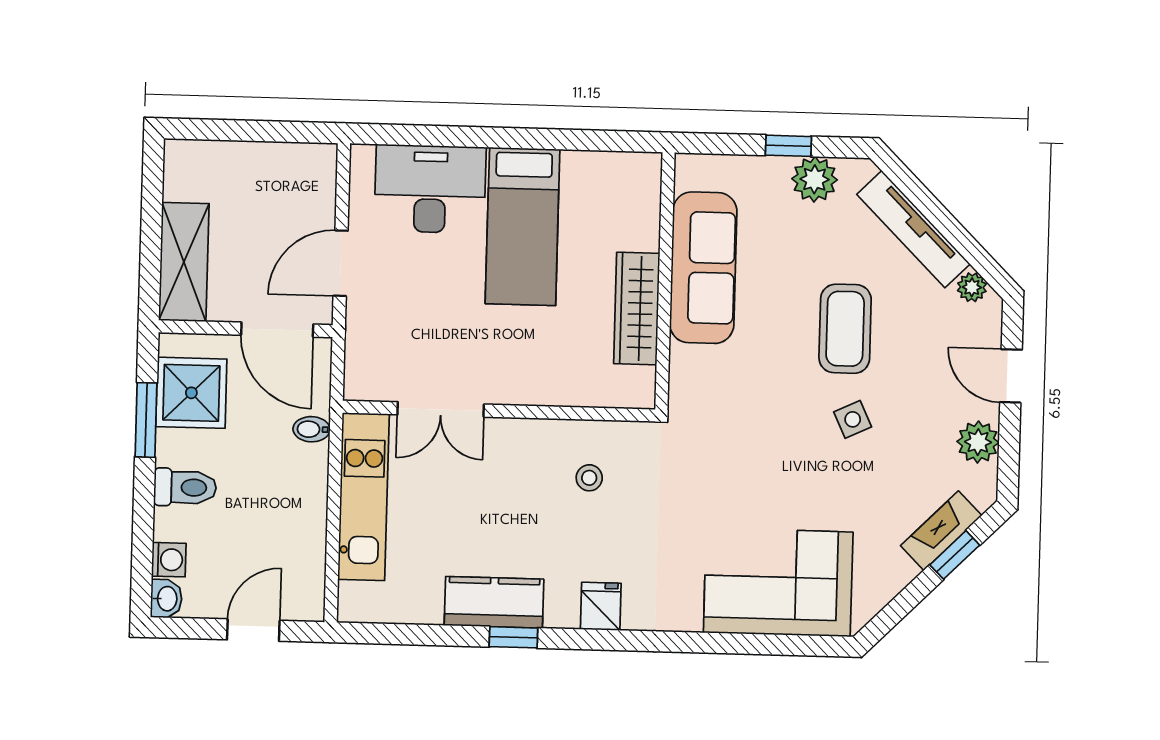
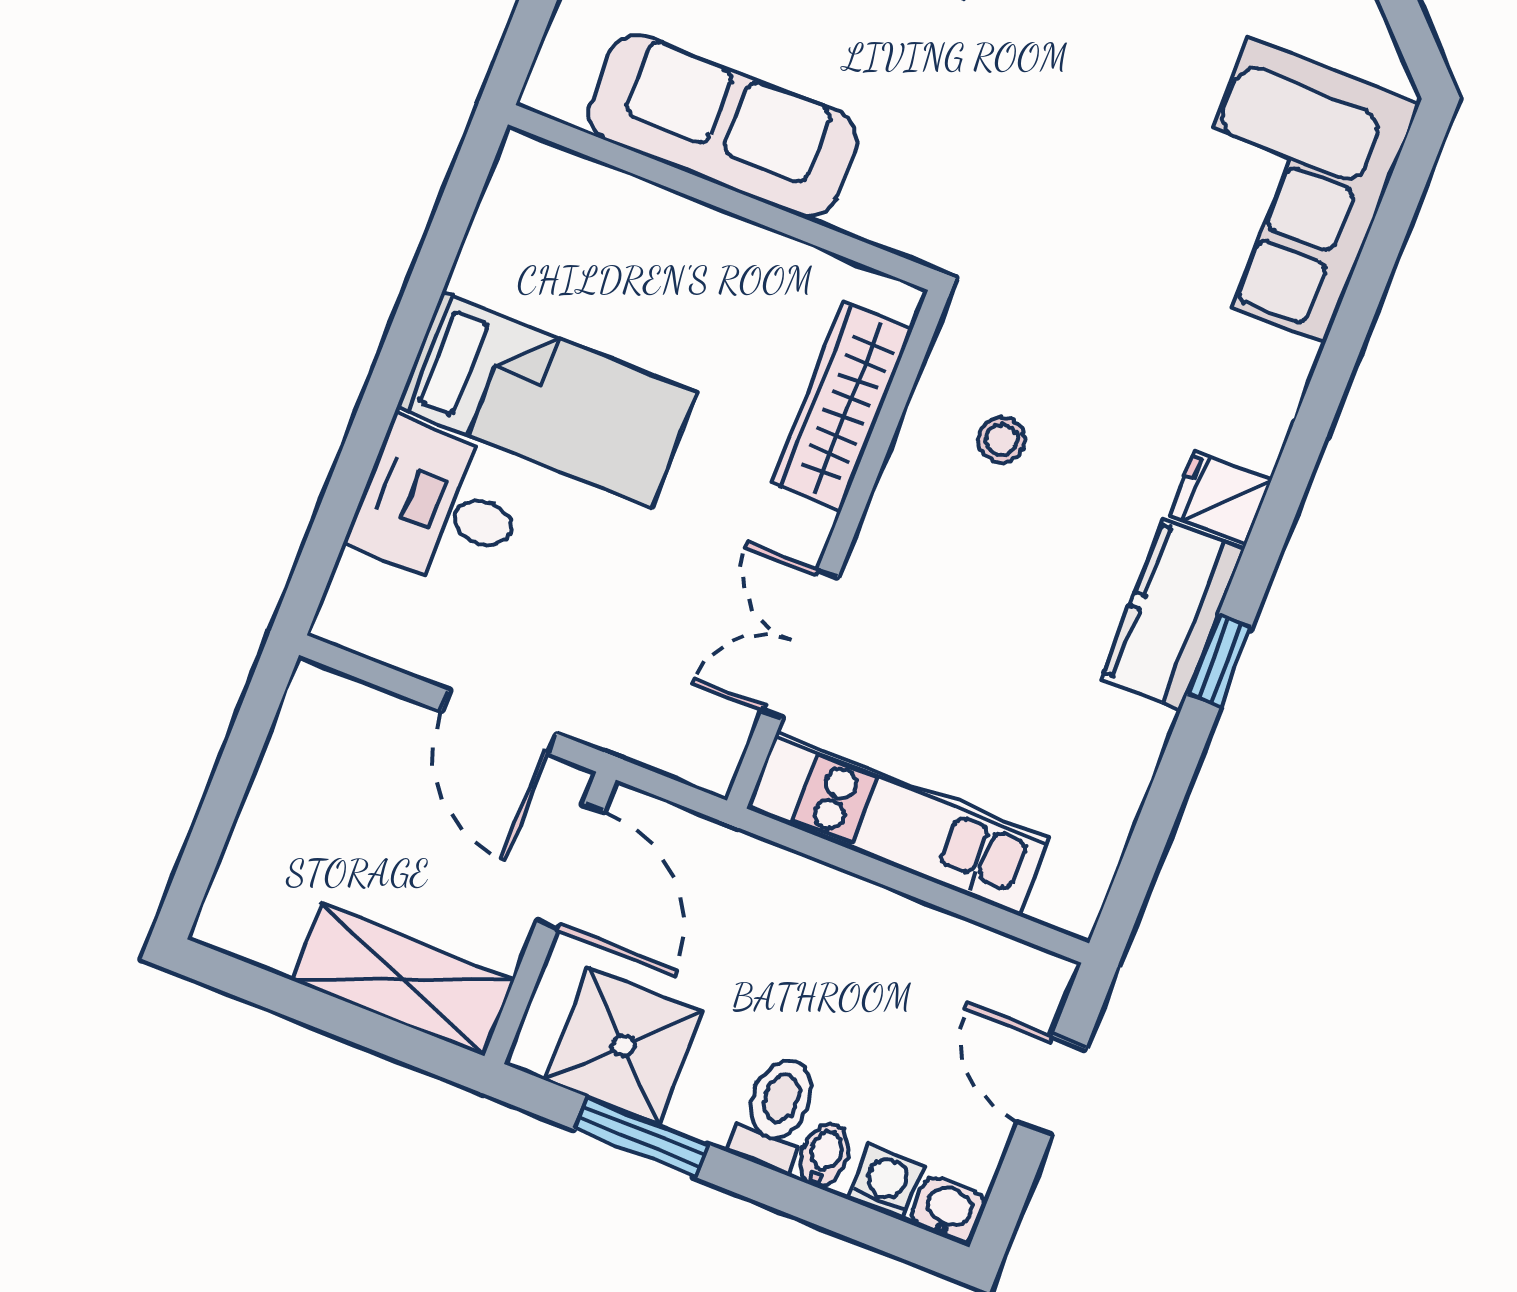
desk: (430, 189) -> (439, 506), width x0.73
wardrobe: (637, 308) -> (842, 406), moved, turned 90
door: (277, 330) -> (570, 866), hinge flipped
double door: (441, 409) -> (800, 644), swing flipped
bidet: (311, 429) -> (824, 1155), moved, turned 180
kitchen counter: (494, 602) -> (1172, 615), moved

